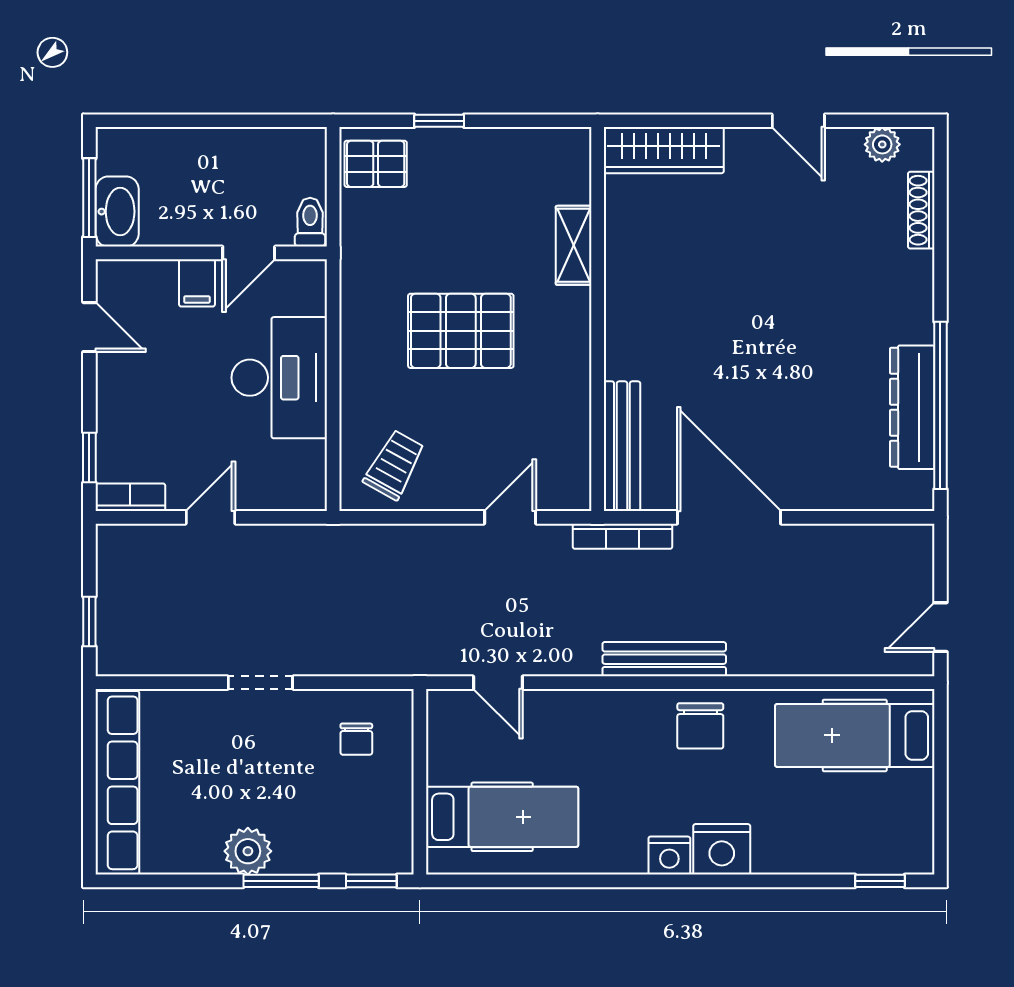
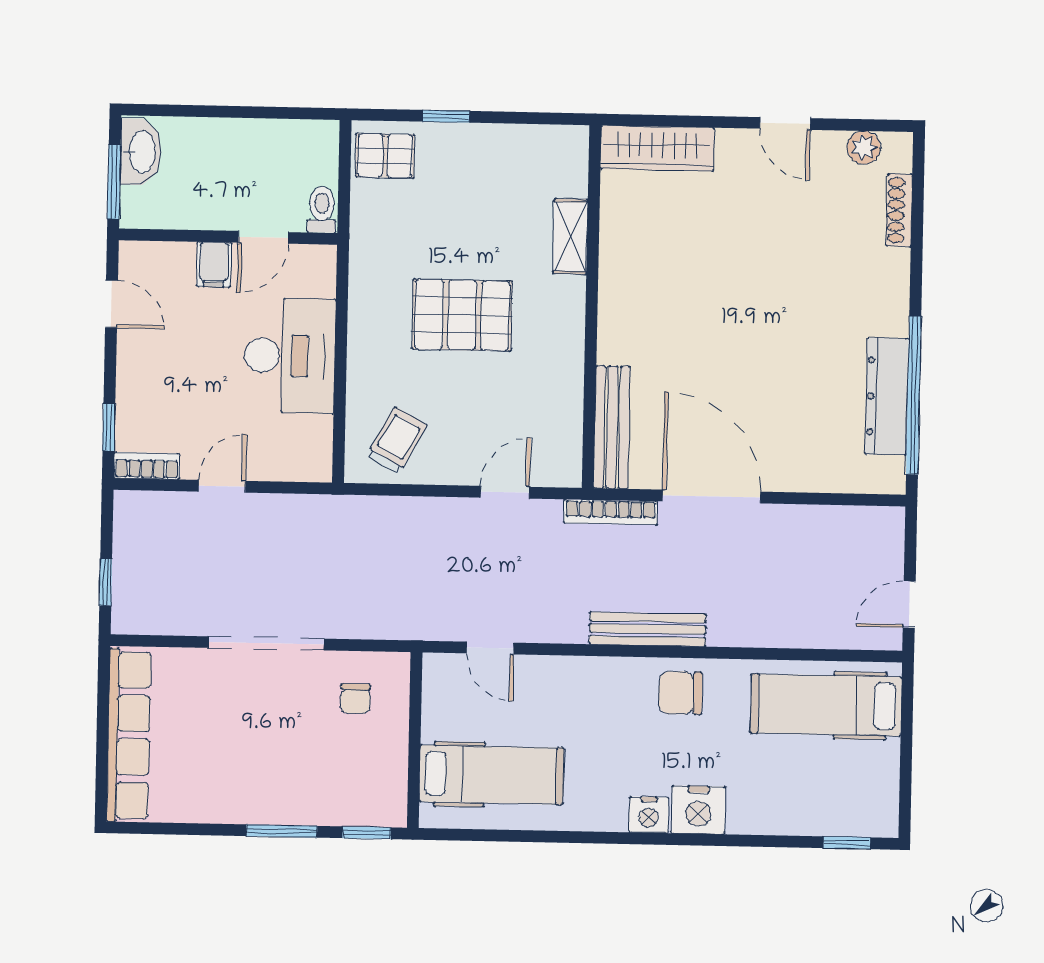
washbasin: (117, 212) -> (141, 152), moved
doorway: (260, 683) -> (266, 643), width x1.88
chair: (700, 726) -> (680, 693), turned 90
plant: (248, 851) -> (251, 802), removed

